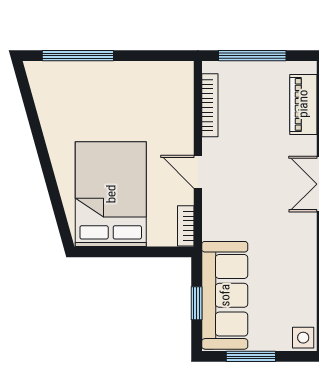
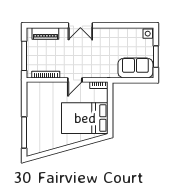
sofa: (225, 295) -> (135, 68), width x0.73
window: (197, 303) -> (133, 80), removed

